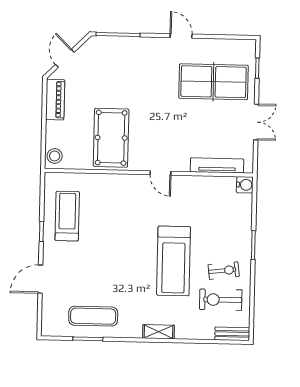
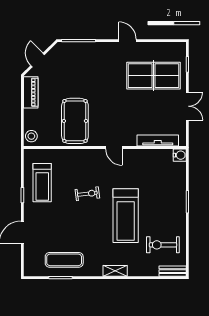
treadmill: (67, 216) -> (42, 183), turned 180
exercise bike: (224, 271) -> (87, 194), moved

